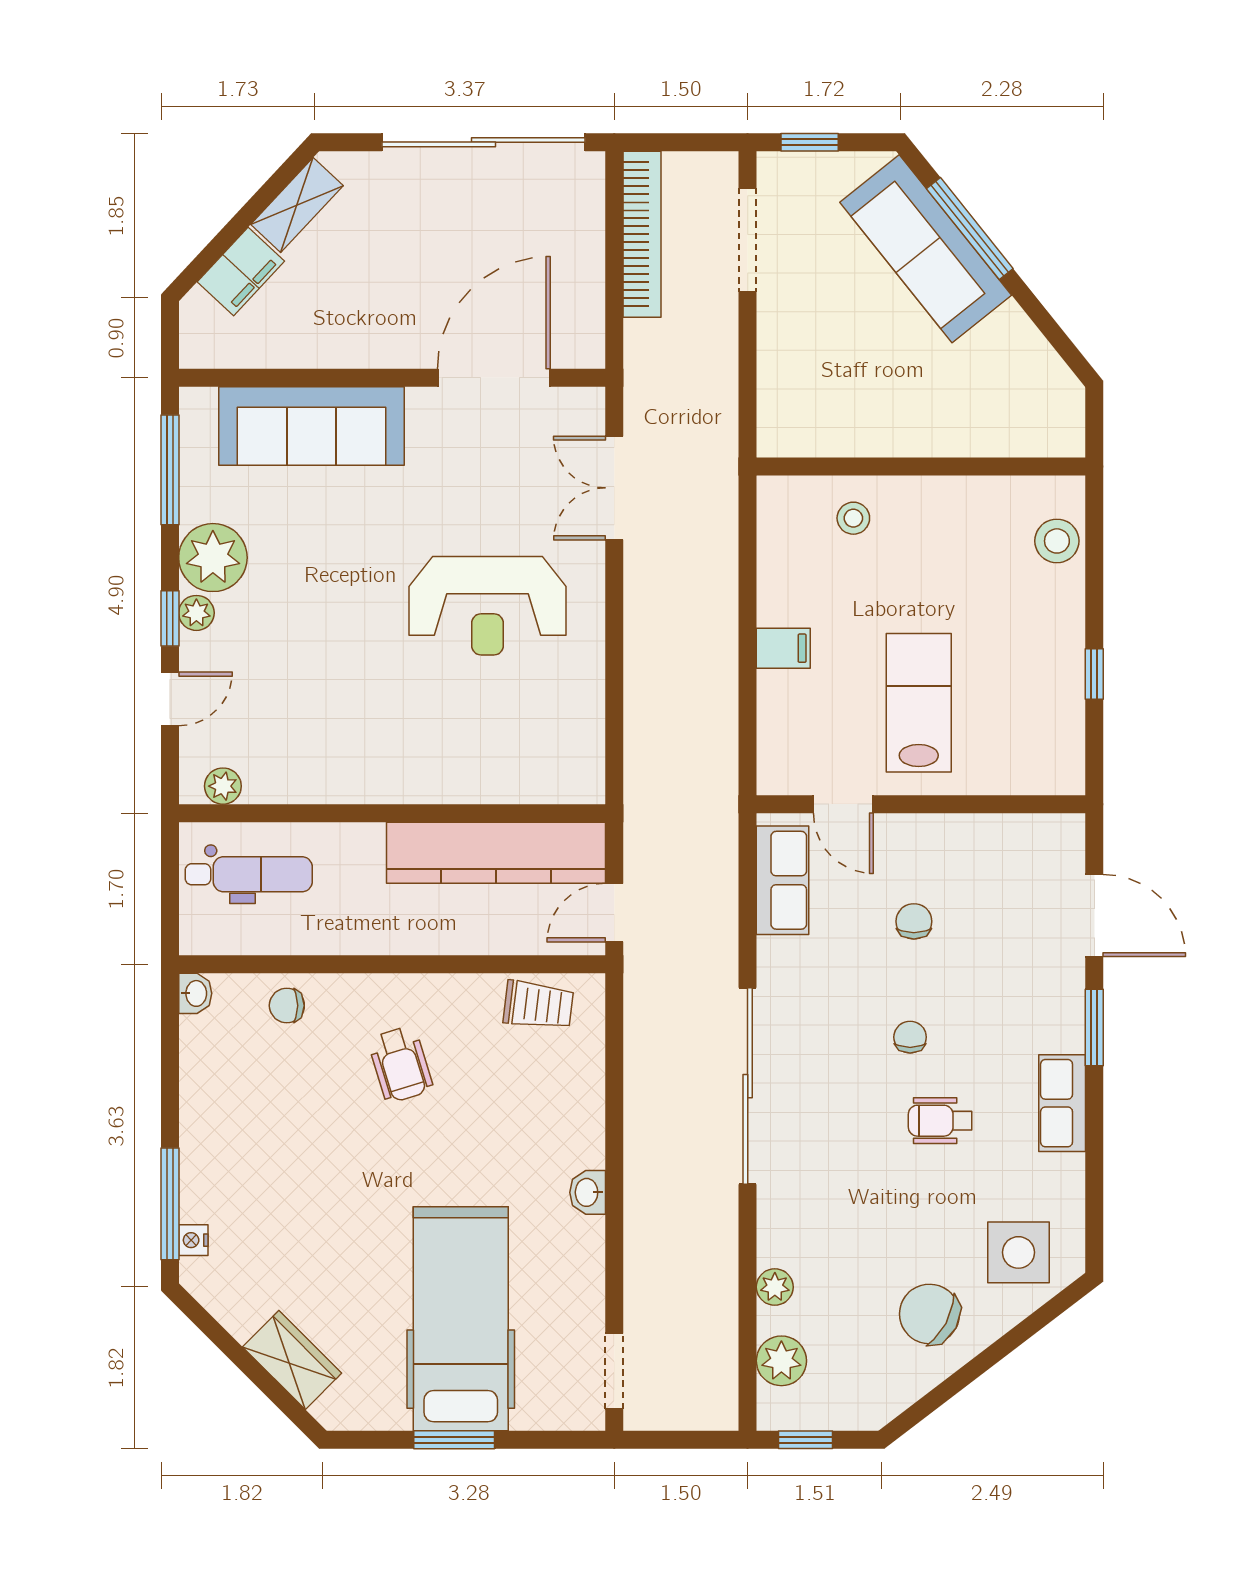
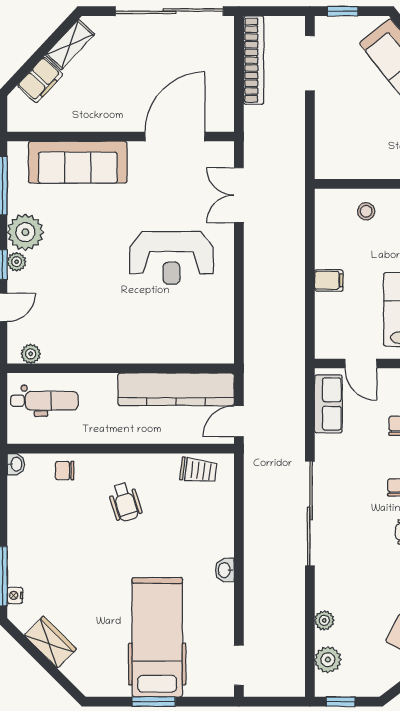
wardrobe: (292, 1360) -> (50, 642), moved

